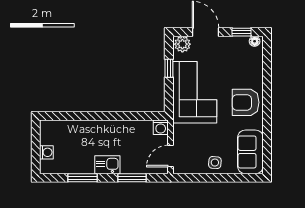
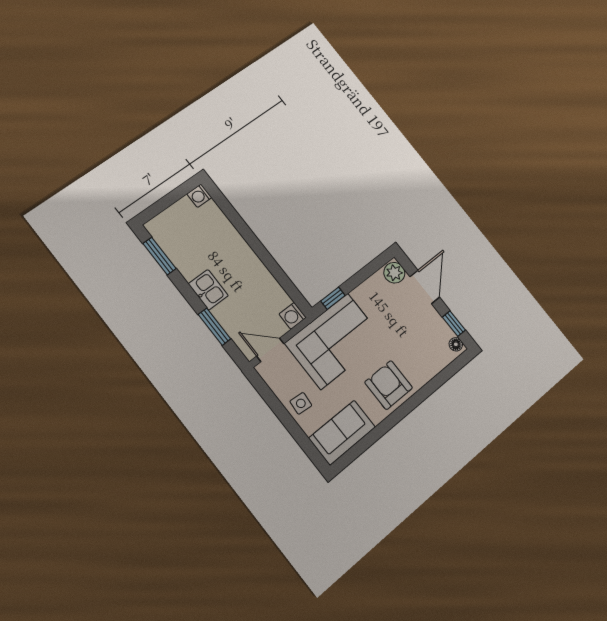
window: (169, 68) -> (333, 298), moved
corner sofa: (195, 92) -> (335, 341), moved
washing machine: (46, 152) -> (199, 196), moved, turned 90
window: (83, 178) -> (159, 256), moved

